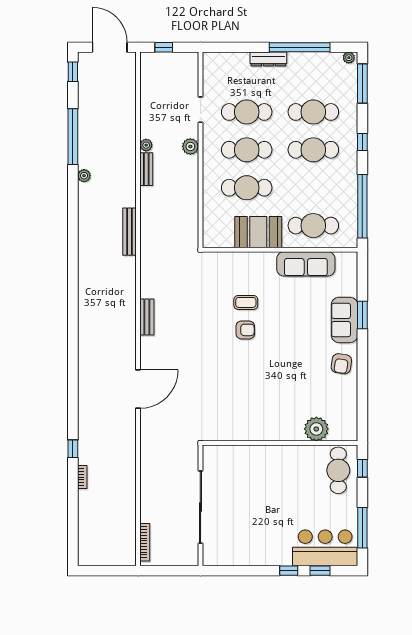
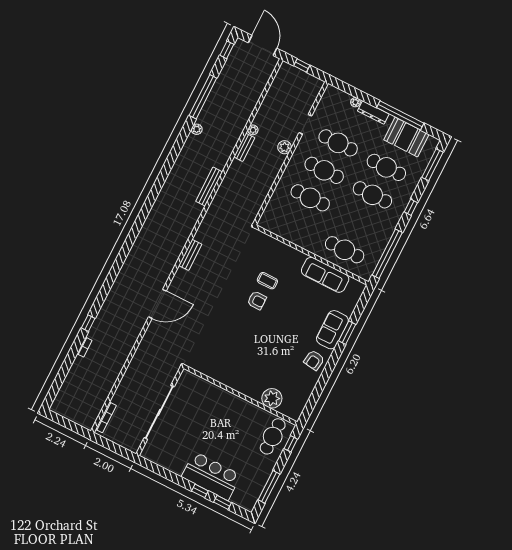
plant: (349, 58) -> (355, 102), moved
booth: (258, 232) -> (406, 137), moved
bar counter: (325, 548) -> (211, 476), moved

